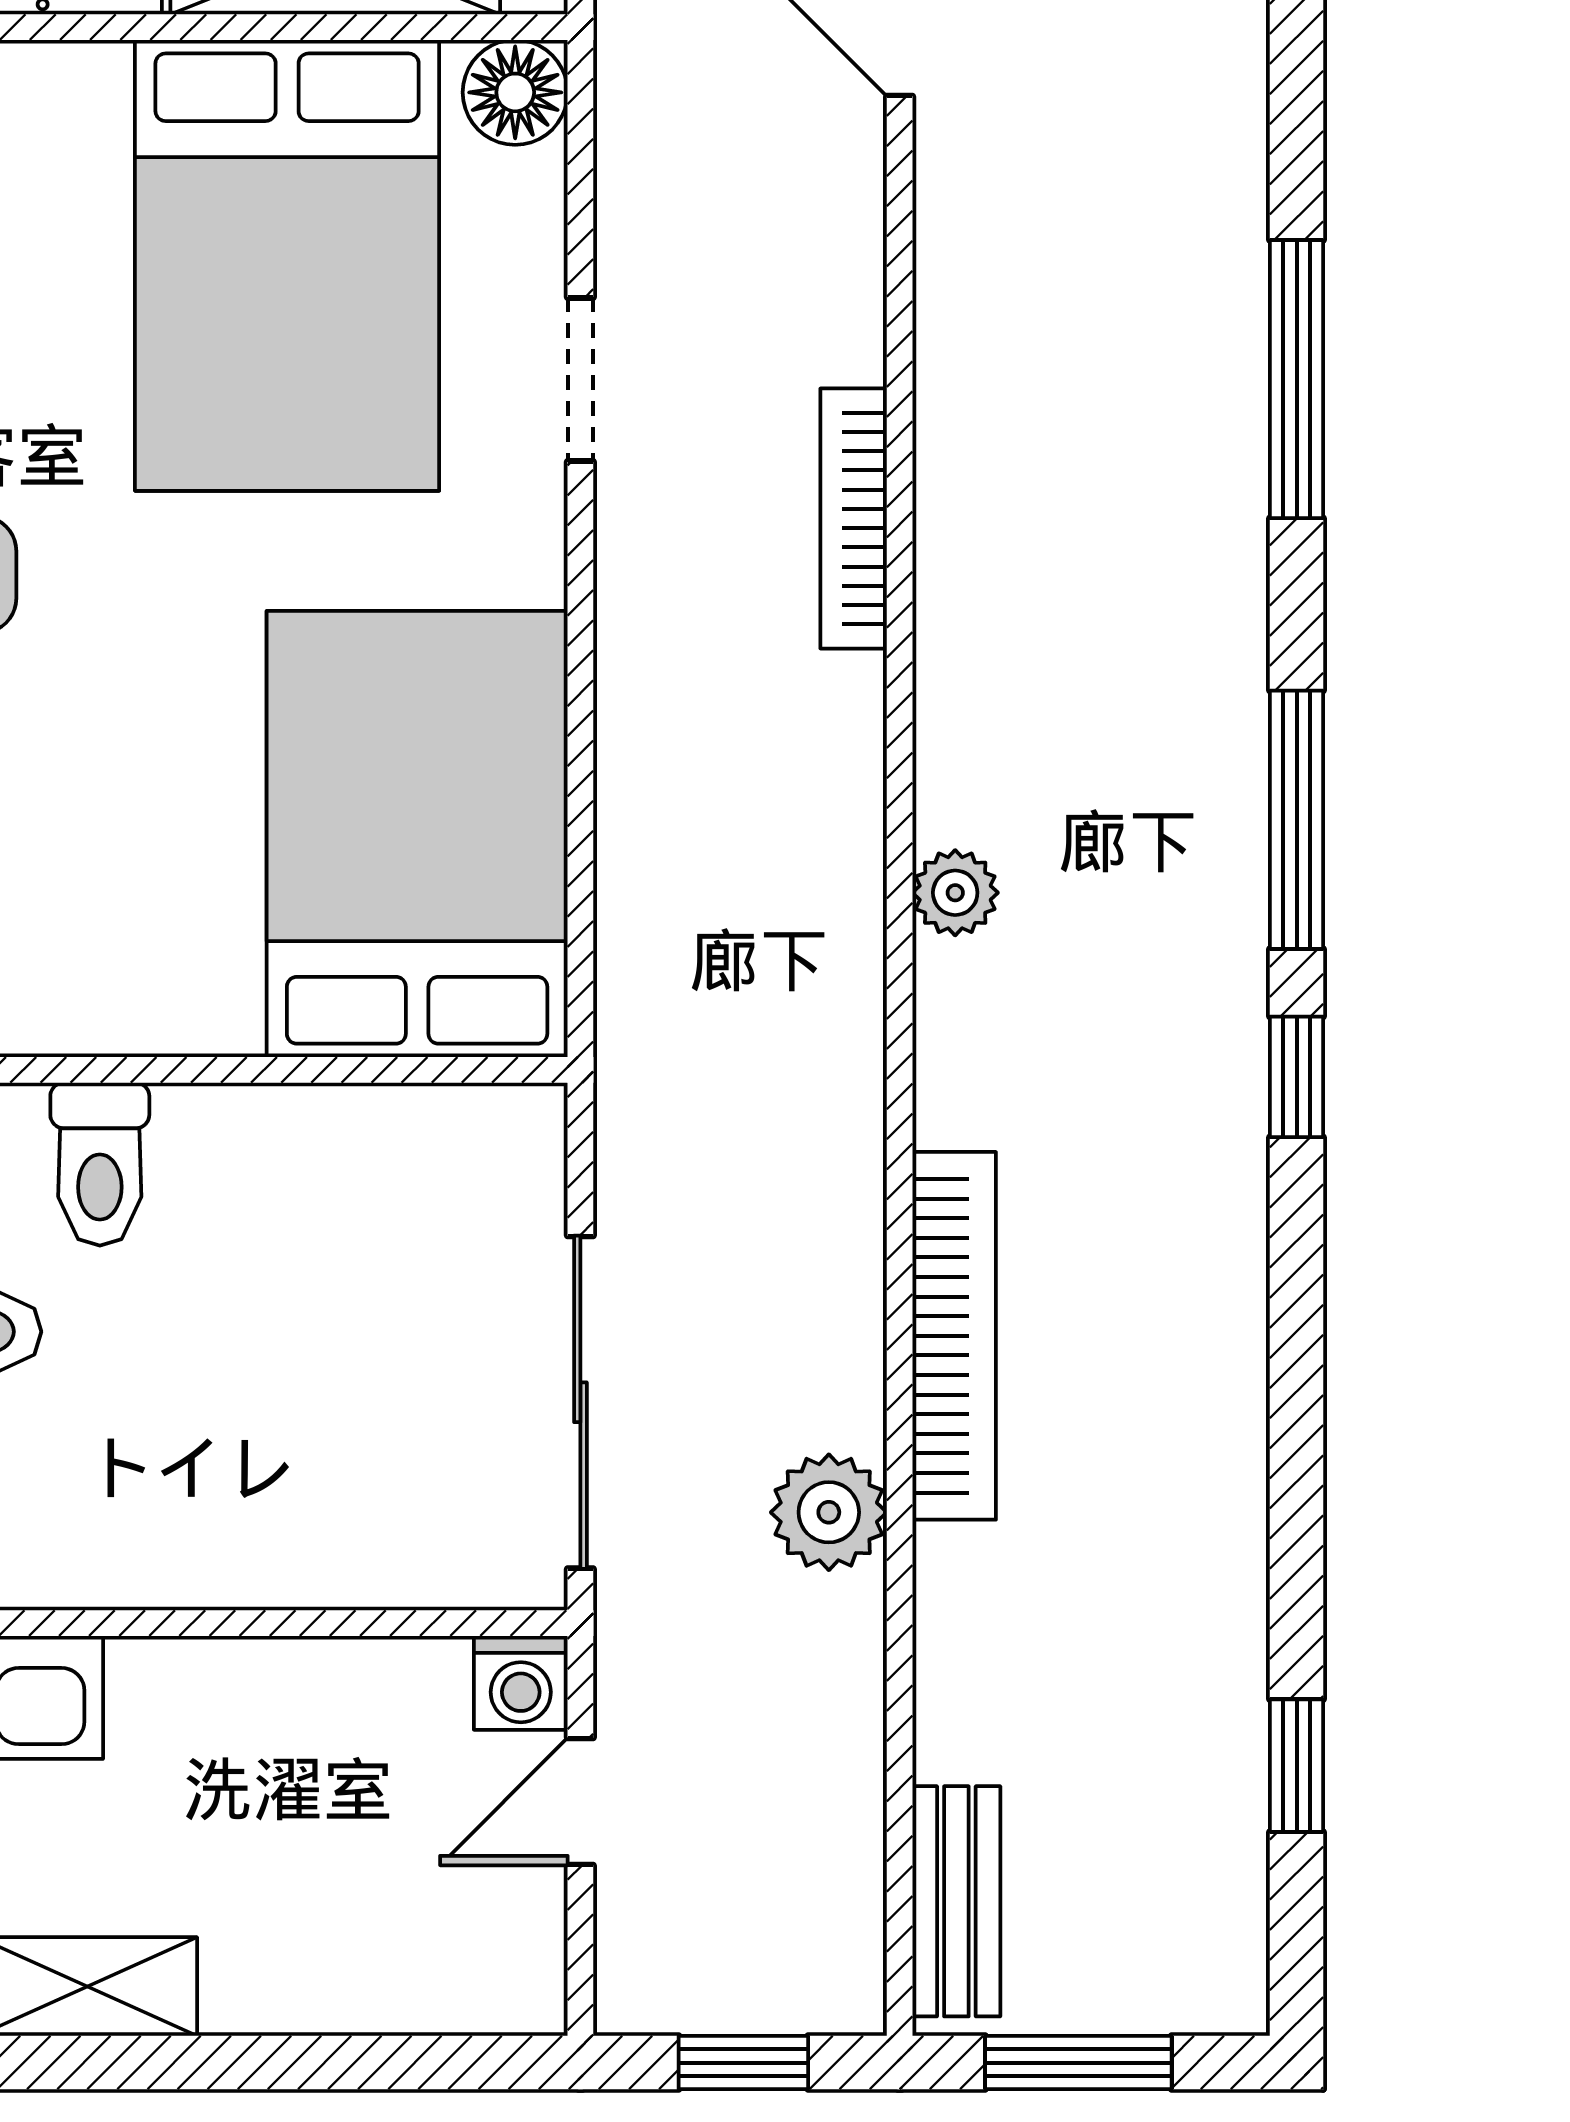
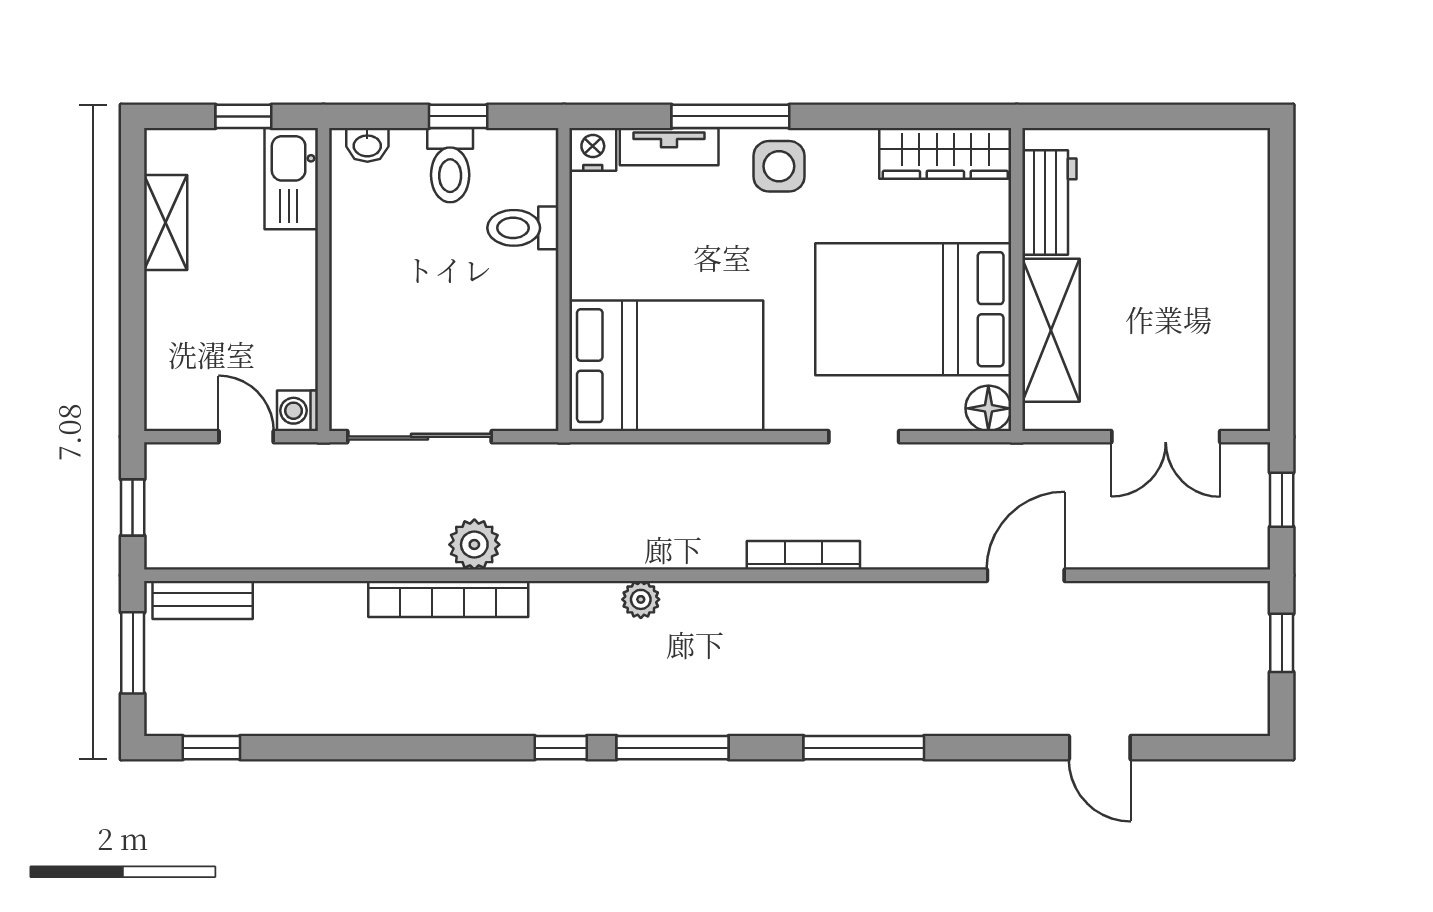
plant: (829, 1512) -> (474, 545), moved
window: (1297, 1766) -> (211, 748), moved

